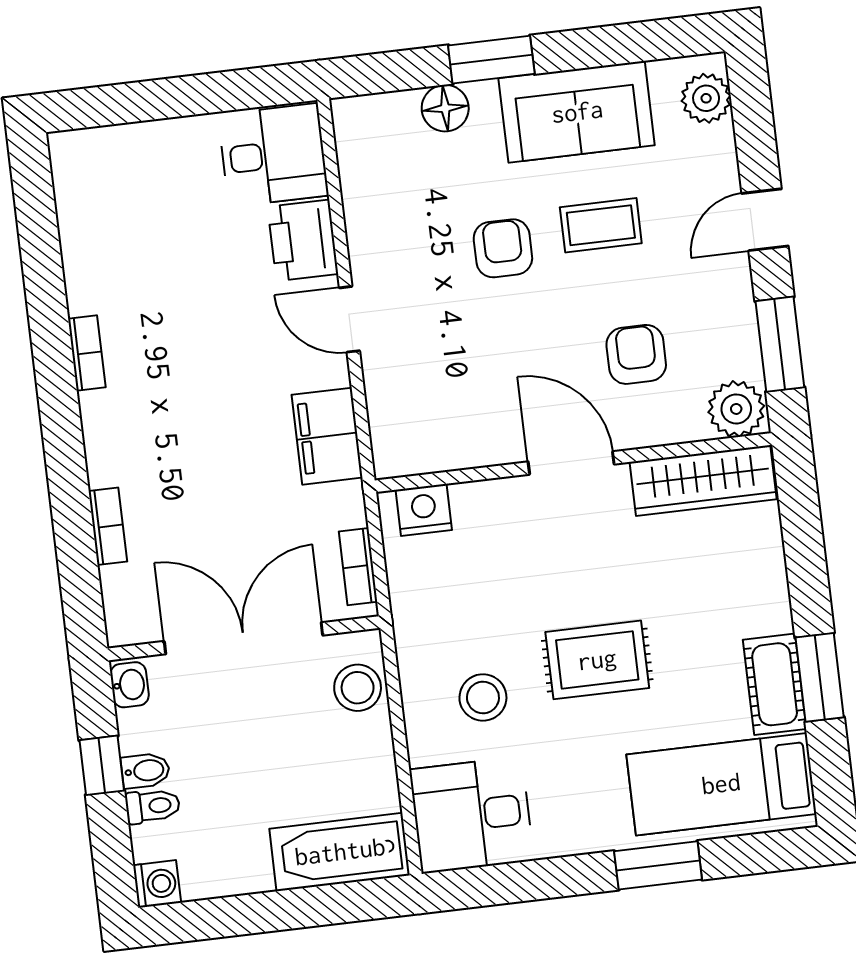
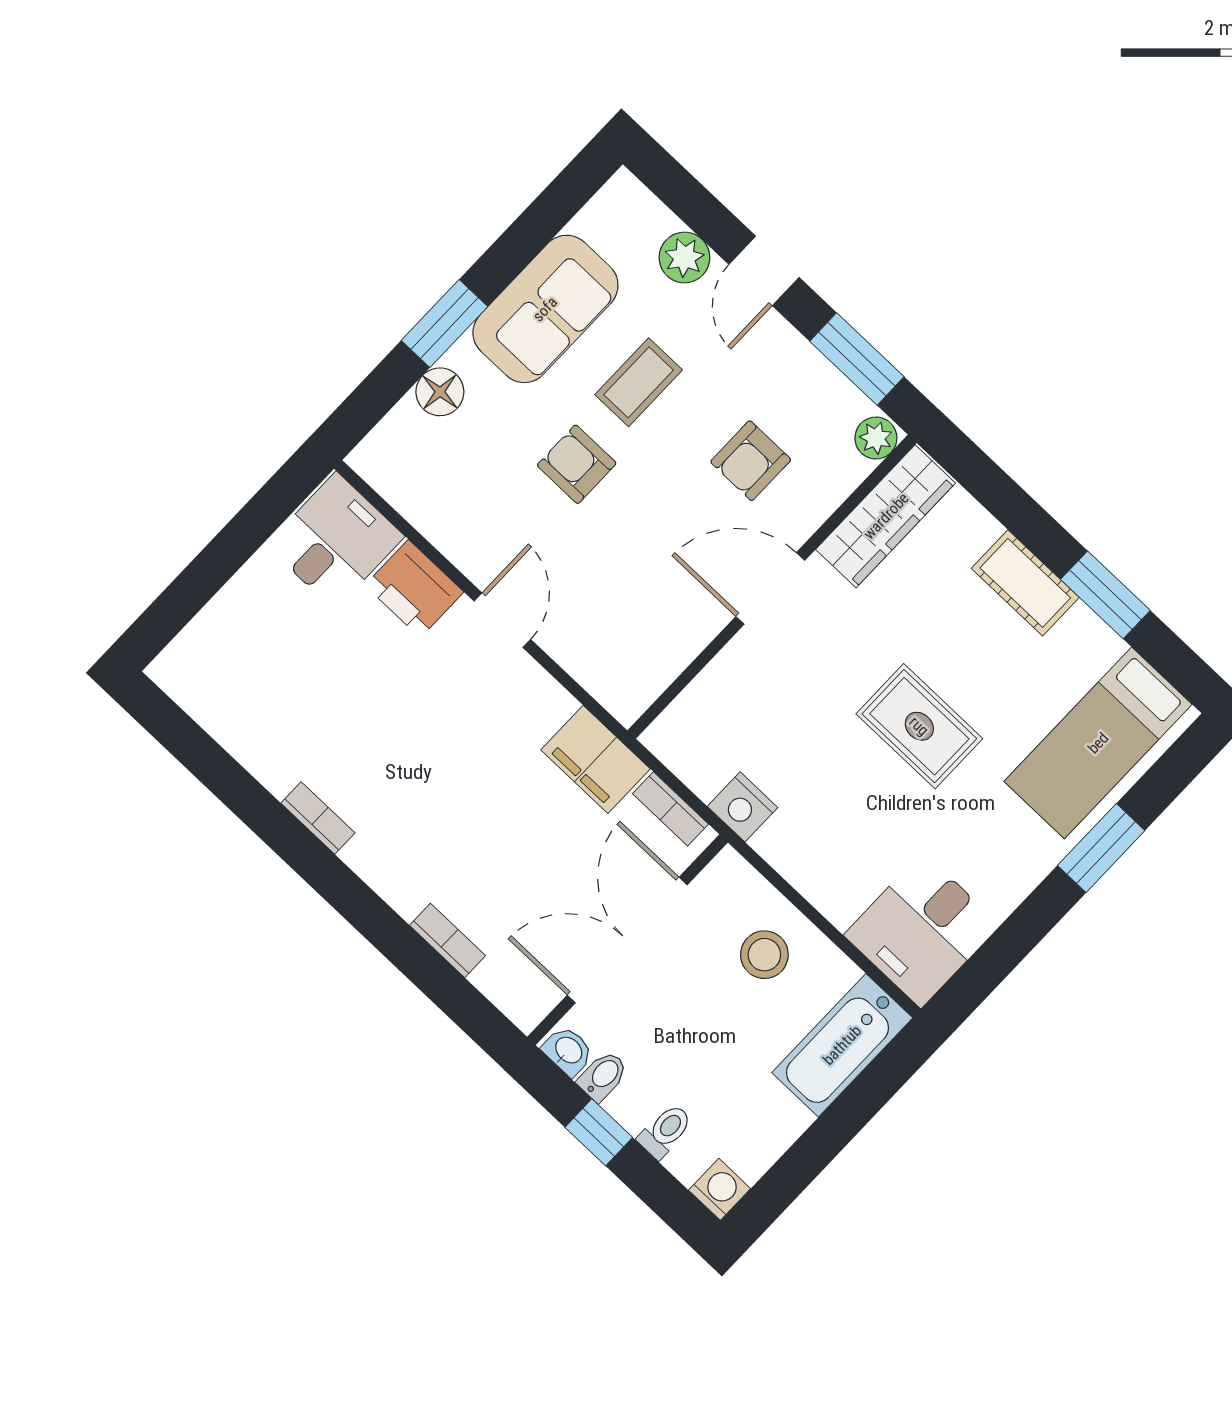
plant: (706, 98) -> (684, 257), moved
door: (349, 319) -> (502, 620), swing flipped
armchair: (636, 354) -> (751, 461), turned -90
plant: (736, 409) -> (876, 438), width x0.73, depth x0.73
filing cabinet: (327, 436) -> (596, 759), moved
nightstand: (424, 510) -> (743, 807), moved, turned -90
rug: (597, 660) -> (919, 726), turned 90
cot: (775, 684) -> (1025, 583), moved
stool: (358, 688) -> (764, 955), moved
stool: (483, 697) -> (854, 830), removed
bidet: (145, 771) -> (603, 1076), moved

